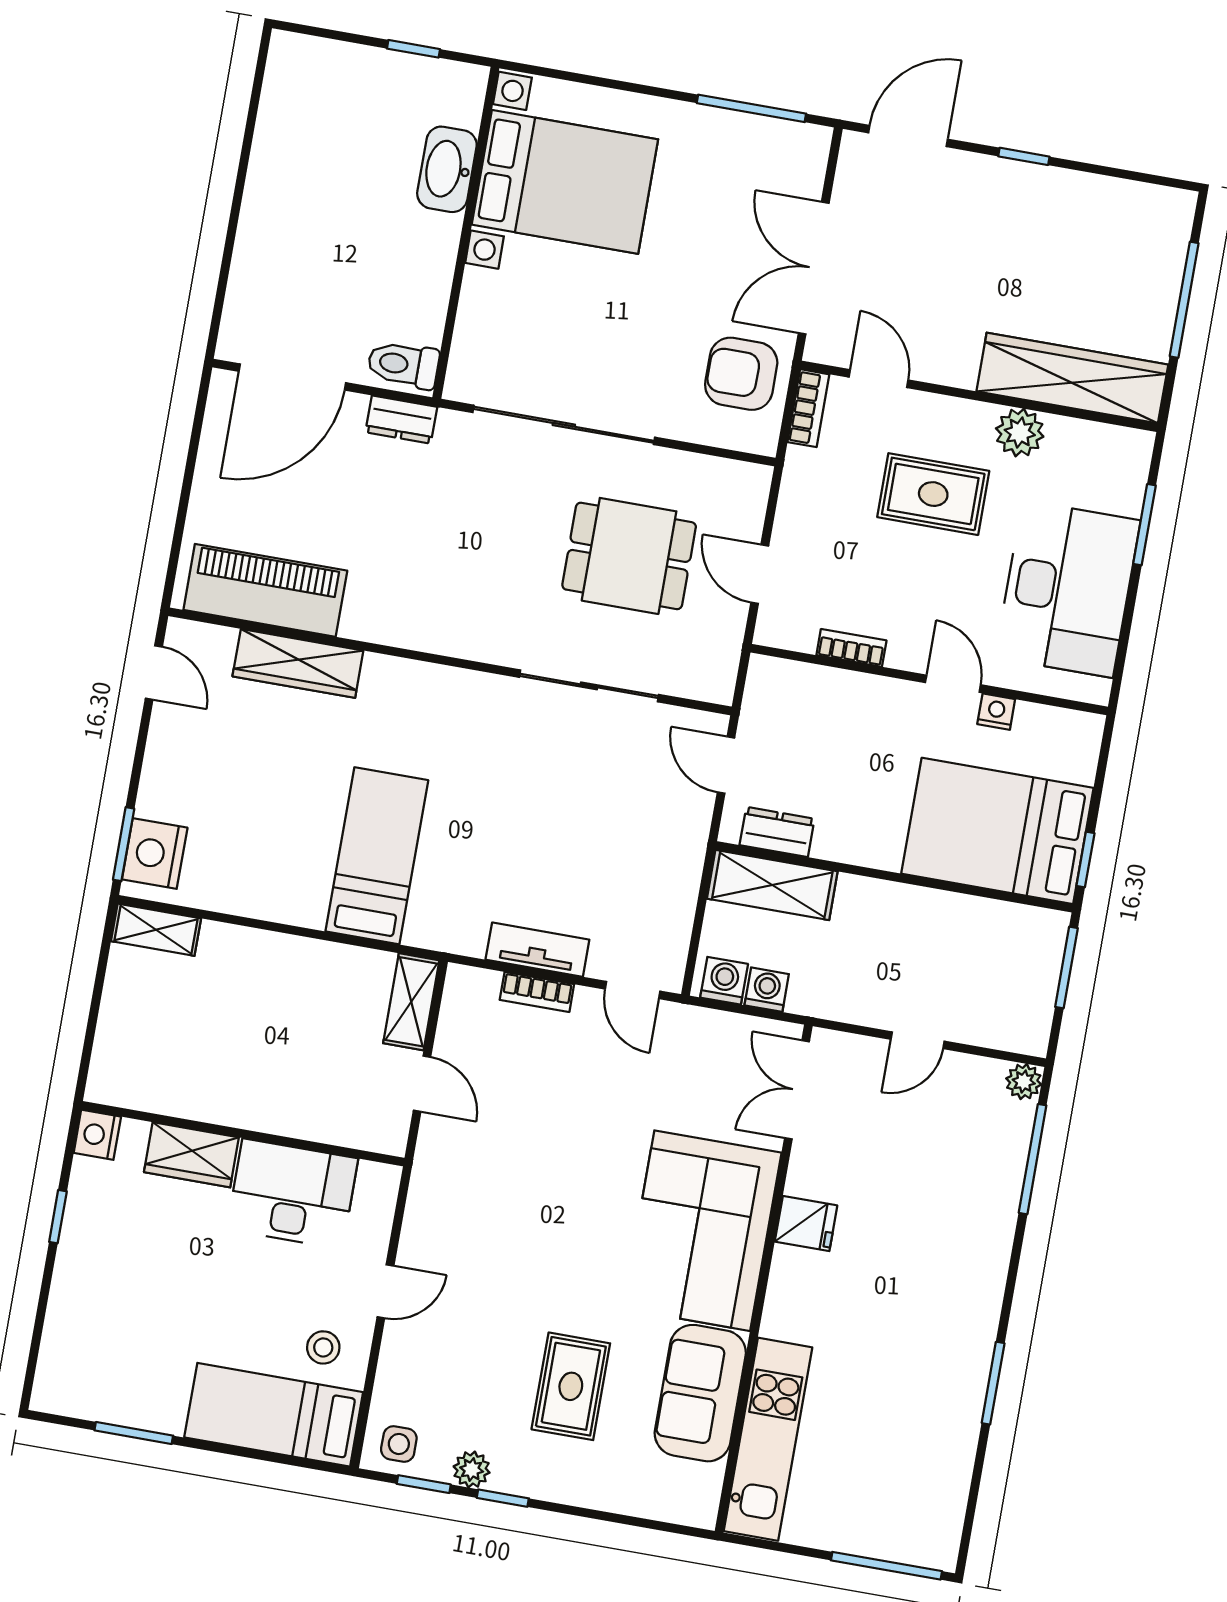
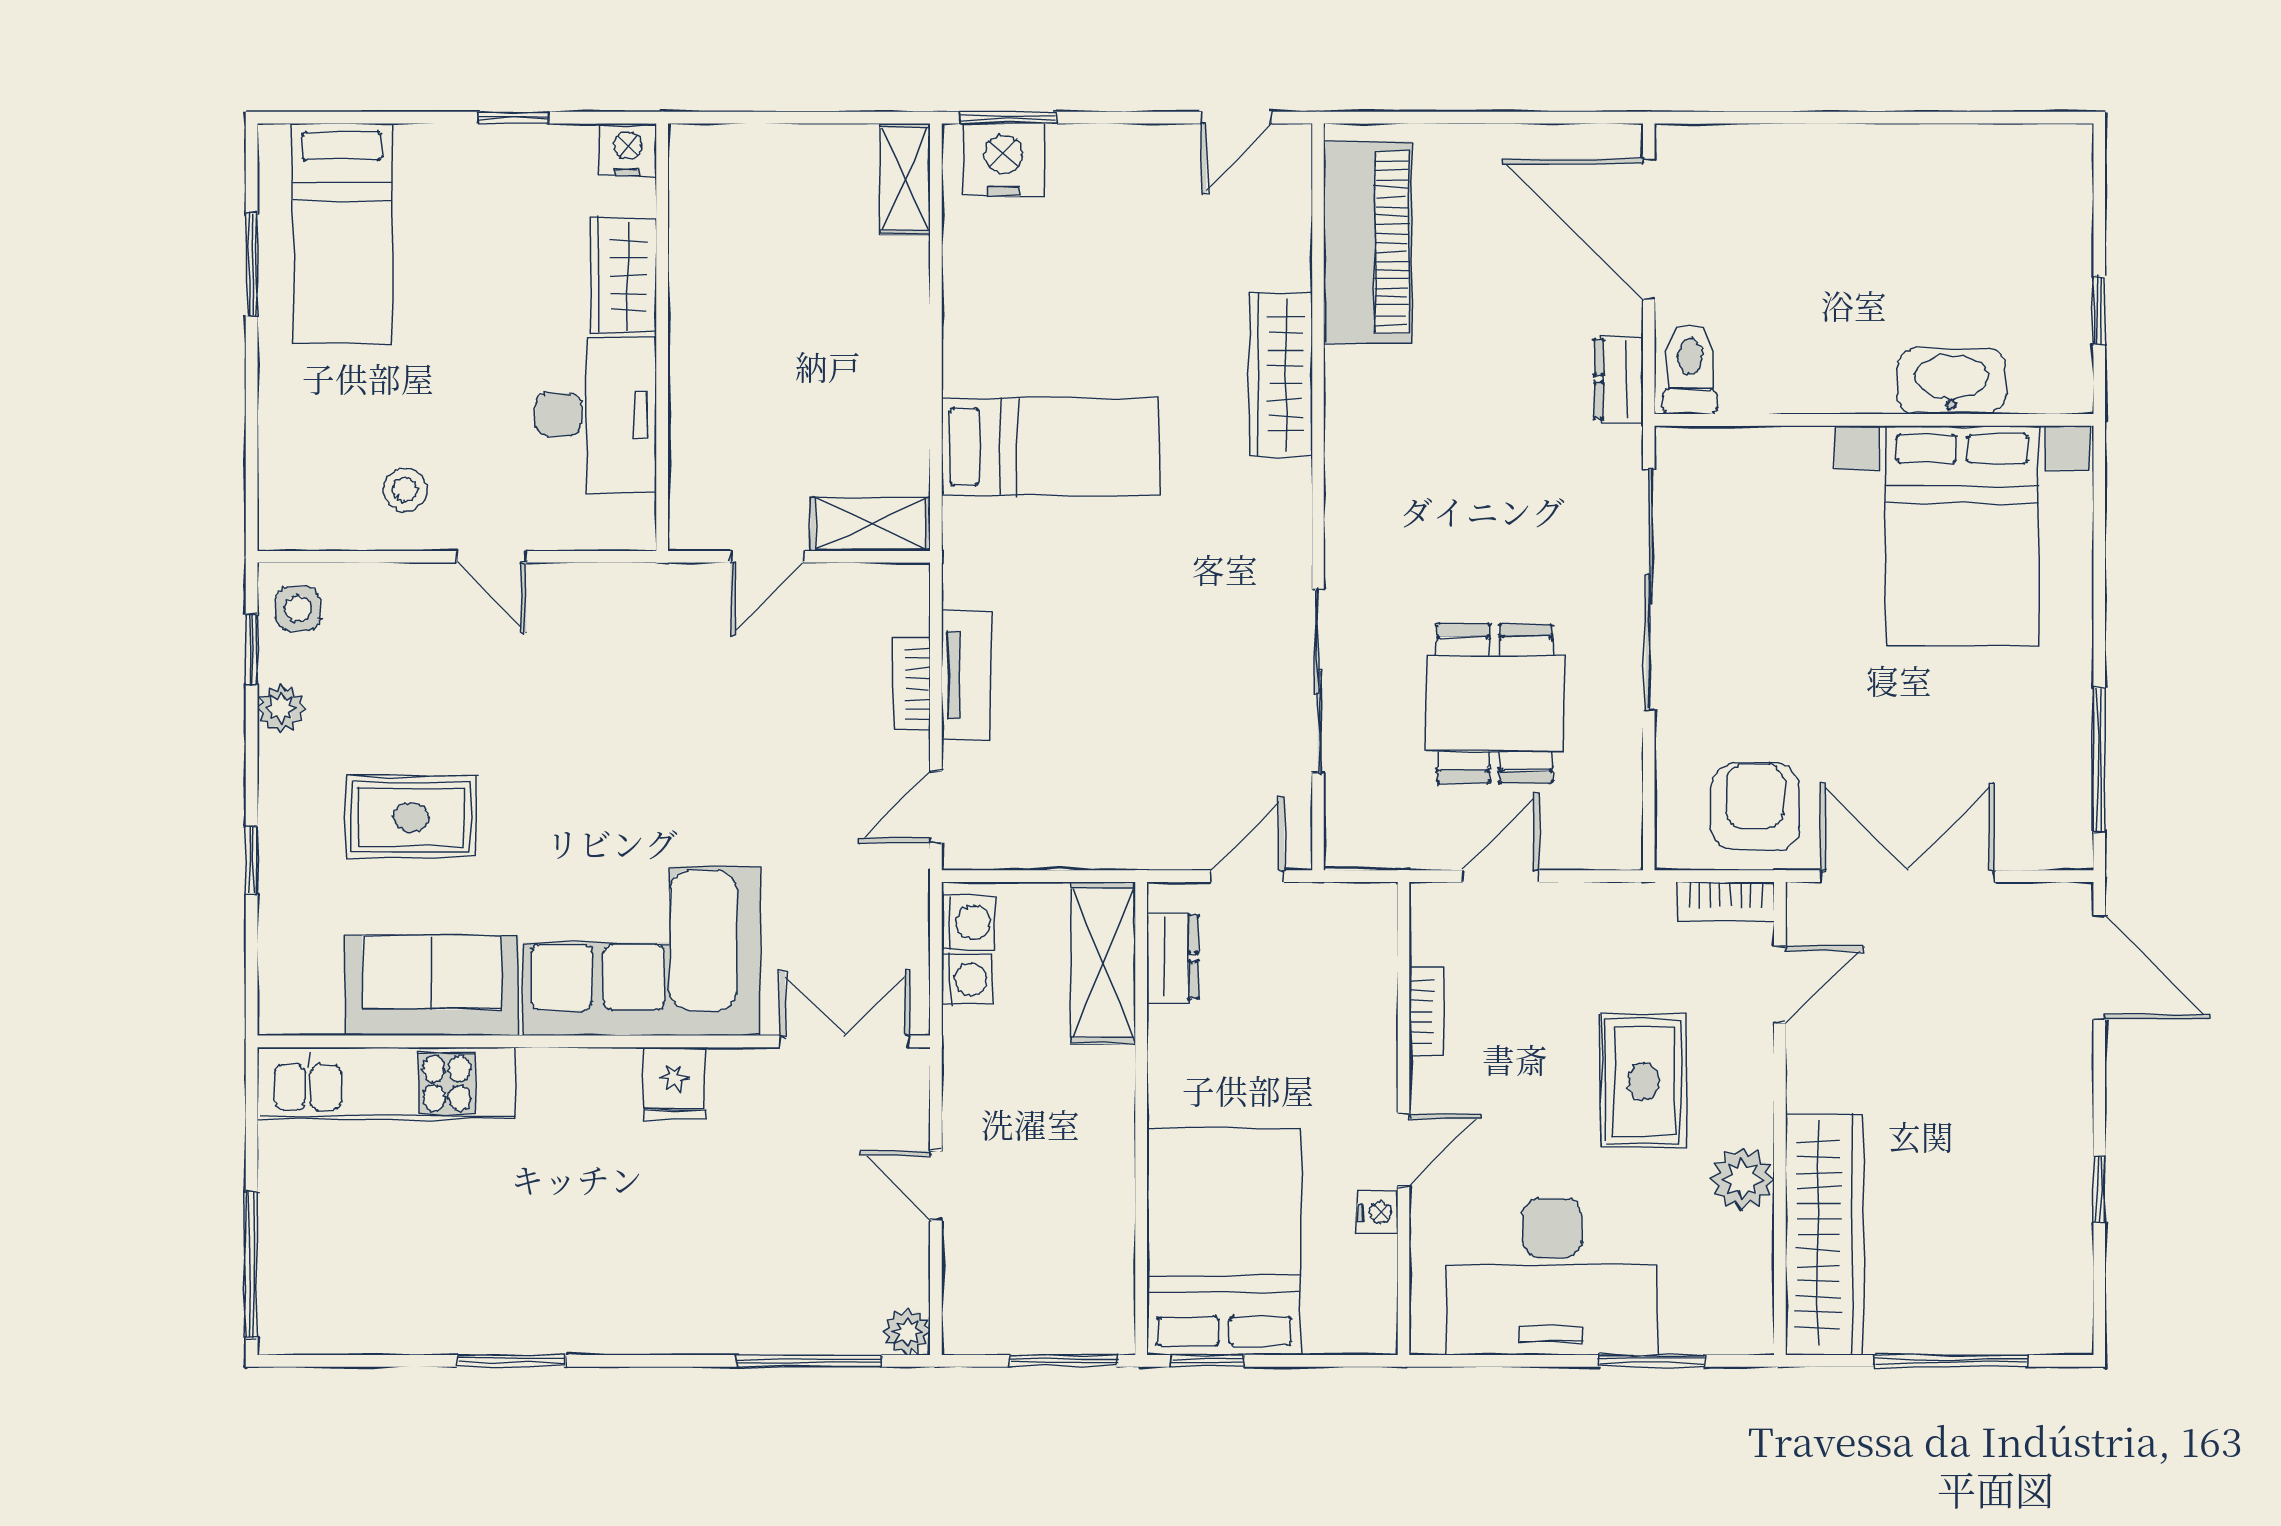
window: (1024, 156) -> (2099, 1189), moved
wardrobe: (298, 663) -> (1281, 375), moved
bed: (274, 1415) -> (342, 234), moved, turned 180
window: (503, 1498) -> (252, 860), moved

